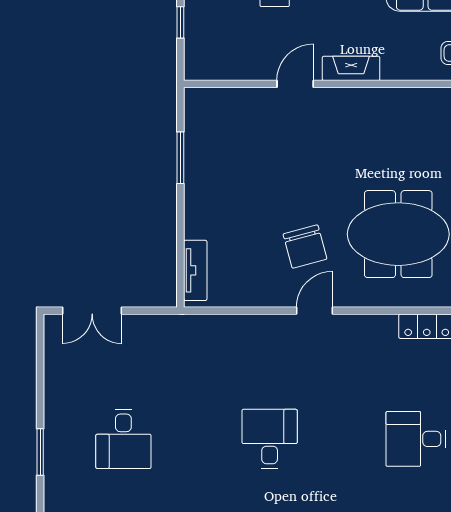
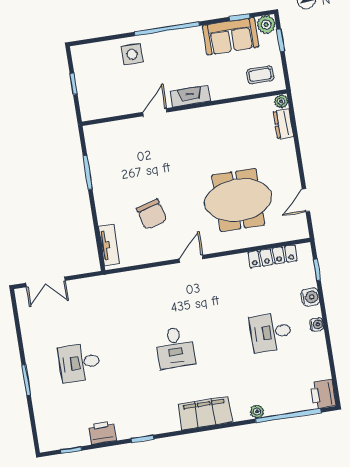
chair: (305, 247) -> (152, 214), moved
desk: (123, 439) -> (79, 363), turned 90
desk: (270, 439) -> (175, 347), turned 180

